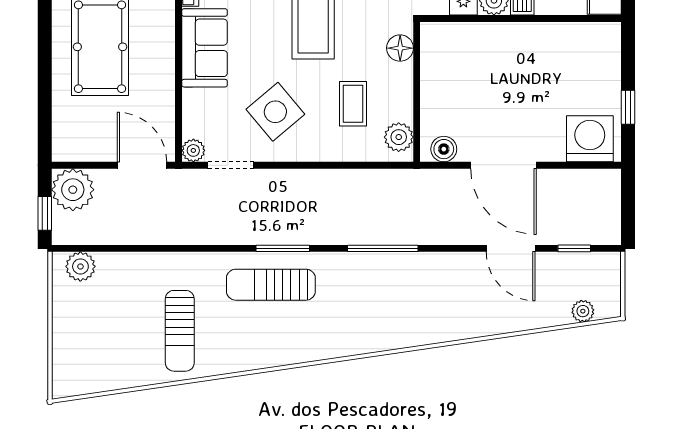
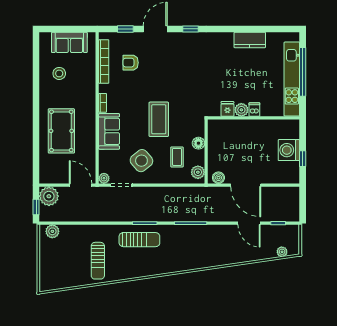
floor lamp: (400, 48) -> (198, 143), moved
washing machine: (590, 139) -> (289, 150), moved, turned -90
sun lounger: (271, 285) -> (139, 240), turned 180

